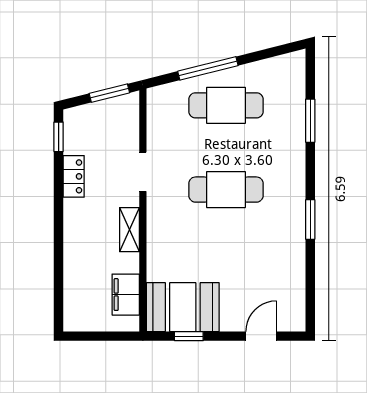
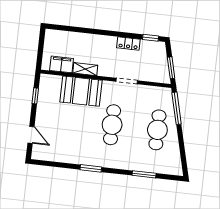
window: (208, 68) -> (177, 108), moved
shelving: (129, 230) -> (85, 69), moved
booth: (183, 307) -> (81, 91), moved, turned 90

